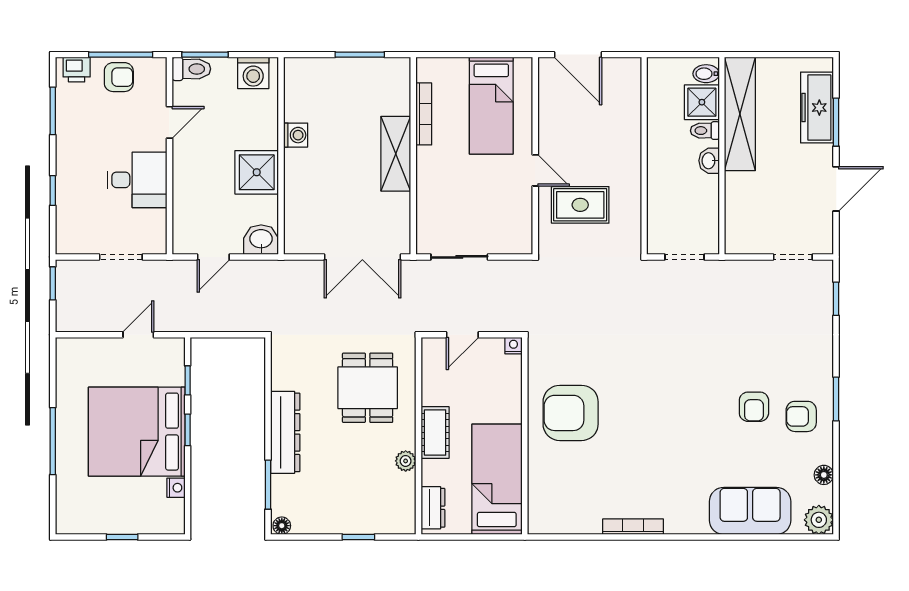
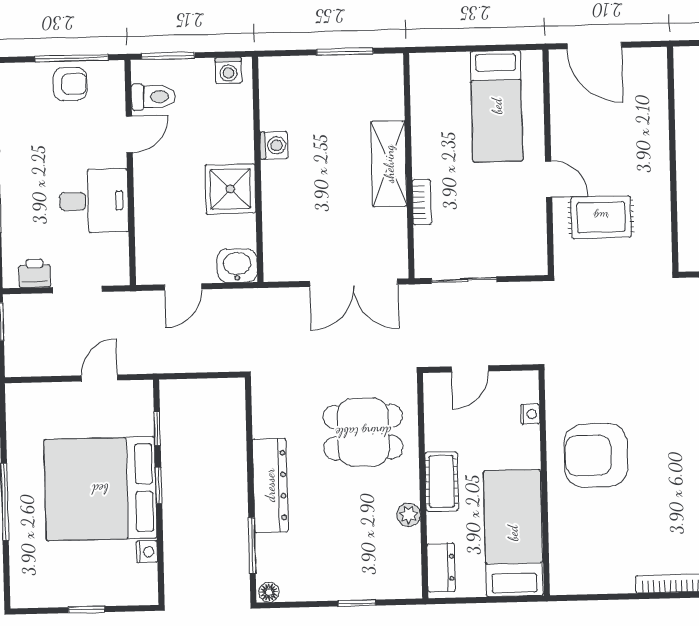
toilet: (191, 69) -> (153, 97), moved
printer: (77, 70) -> (35, 273), moved, turned 180
washing machine: (253, 73) -> (228, 70), width x0.73, depth x0.73
bookcase: (424, 114) -> (422, 202), moved, width x0.64
nightstand: (513, 346) -> (530, 414), moved, turned 90
dining table: (368, 388) -> (363, 432), turned 90

